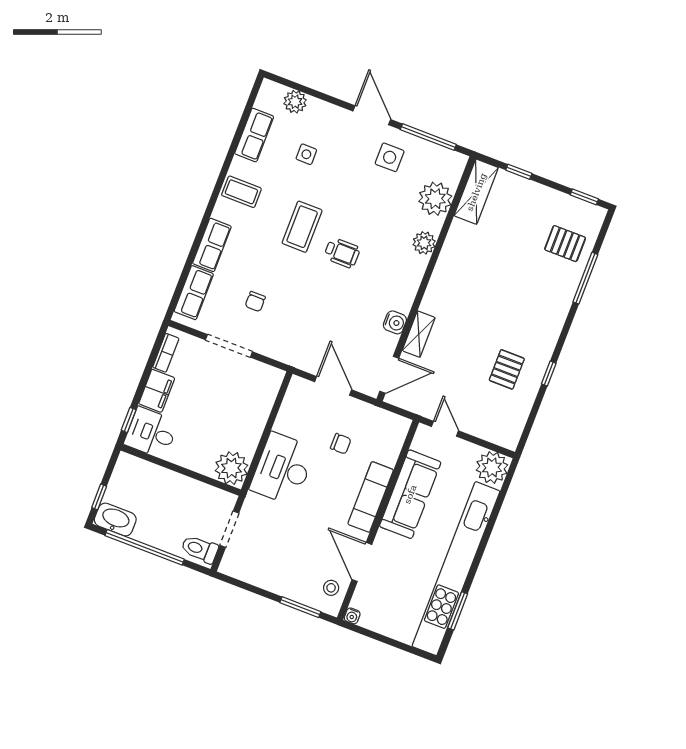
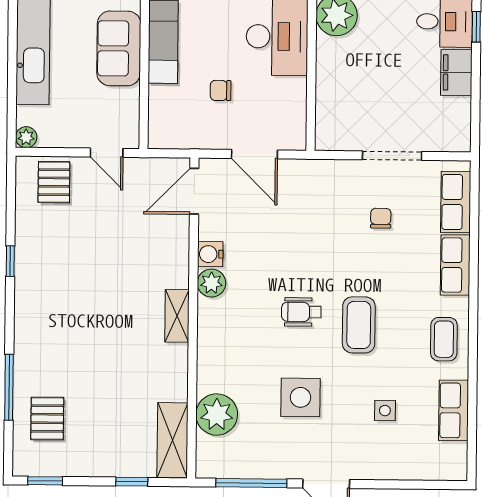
plant: (295, 102) -> (421, 466), removed
side table: (390, 157) -> (300, 397), moved, width x1.37, depth x1.37
coffee table: (241, 192) -> (444, 339), turned 90
plant: (424, 243) -> (211, 283), moved
pallet: (565, 244) -> (47, 419), turned 90
shelving: (419, 334) -> (177, 316), moved
bookcase: (166, 353) -> (462, 120), removed
pallet: (507, 369) -> (54, 182), moved
plant: (492, 468) -> (26, 137), width x0.53, depth x0.53
sofa: (410, 494) -> (119, 48), width x0.73

